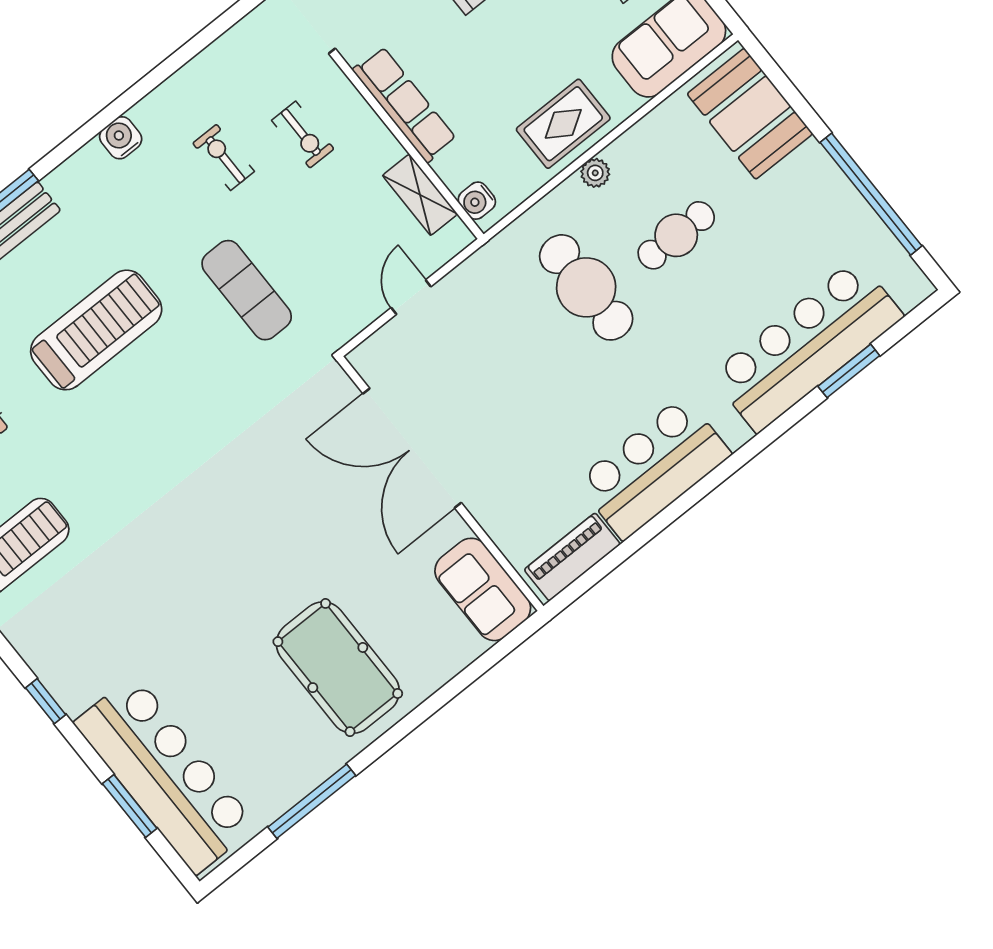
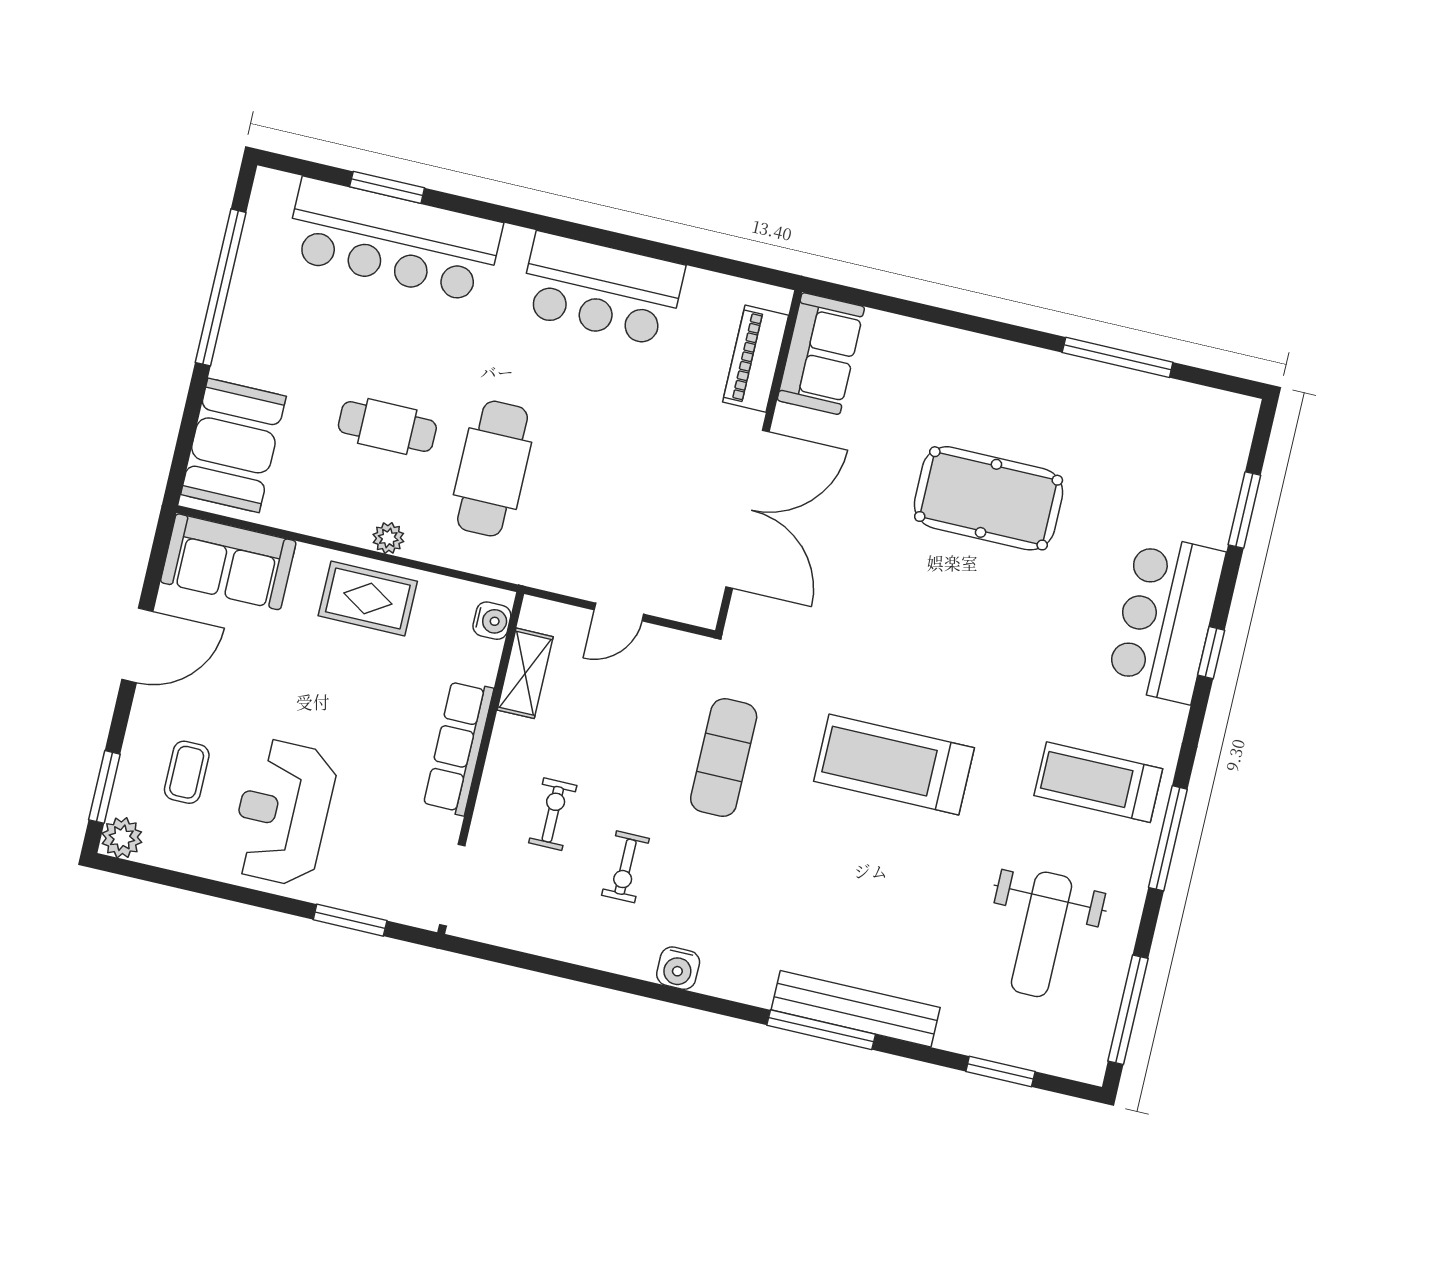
treadmill: (96, 330) -> (894, 764), moved
piano: (572, 557) -> (756, 359), moved, turned 90
pool table: (338, 668) -> (989, 498), moved, turned 90
bar counter: (165, 774) -> (1166, 619), moved, width x0.73

